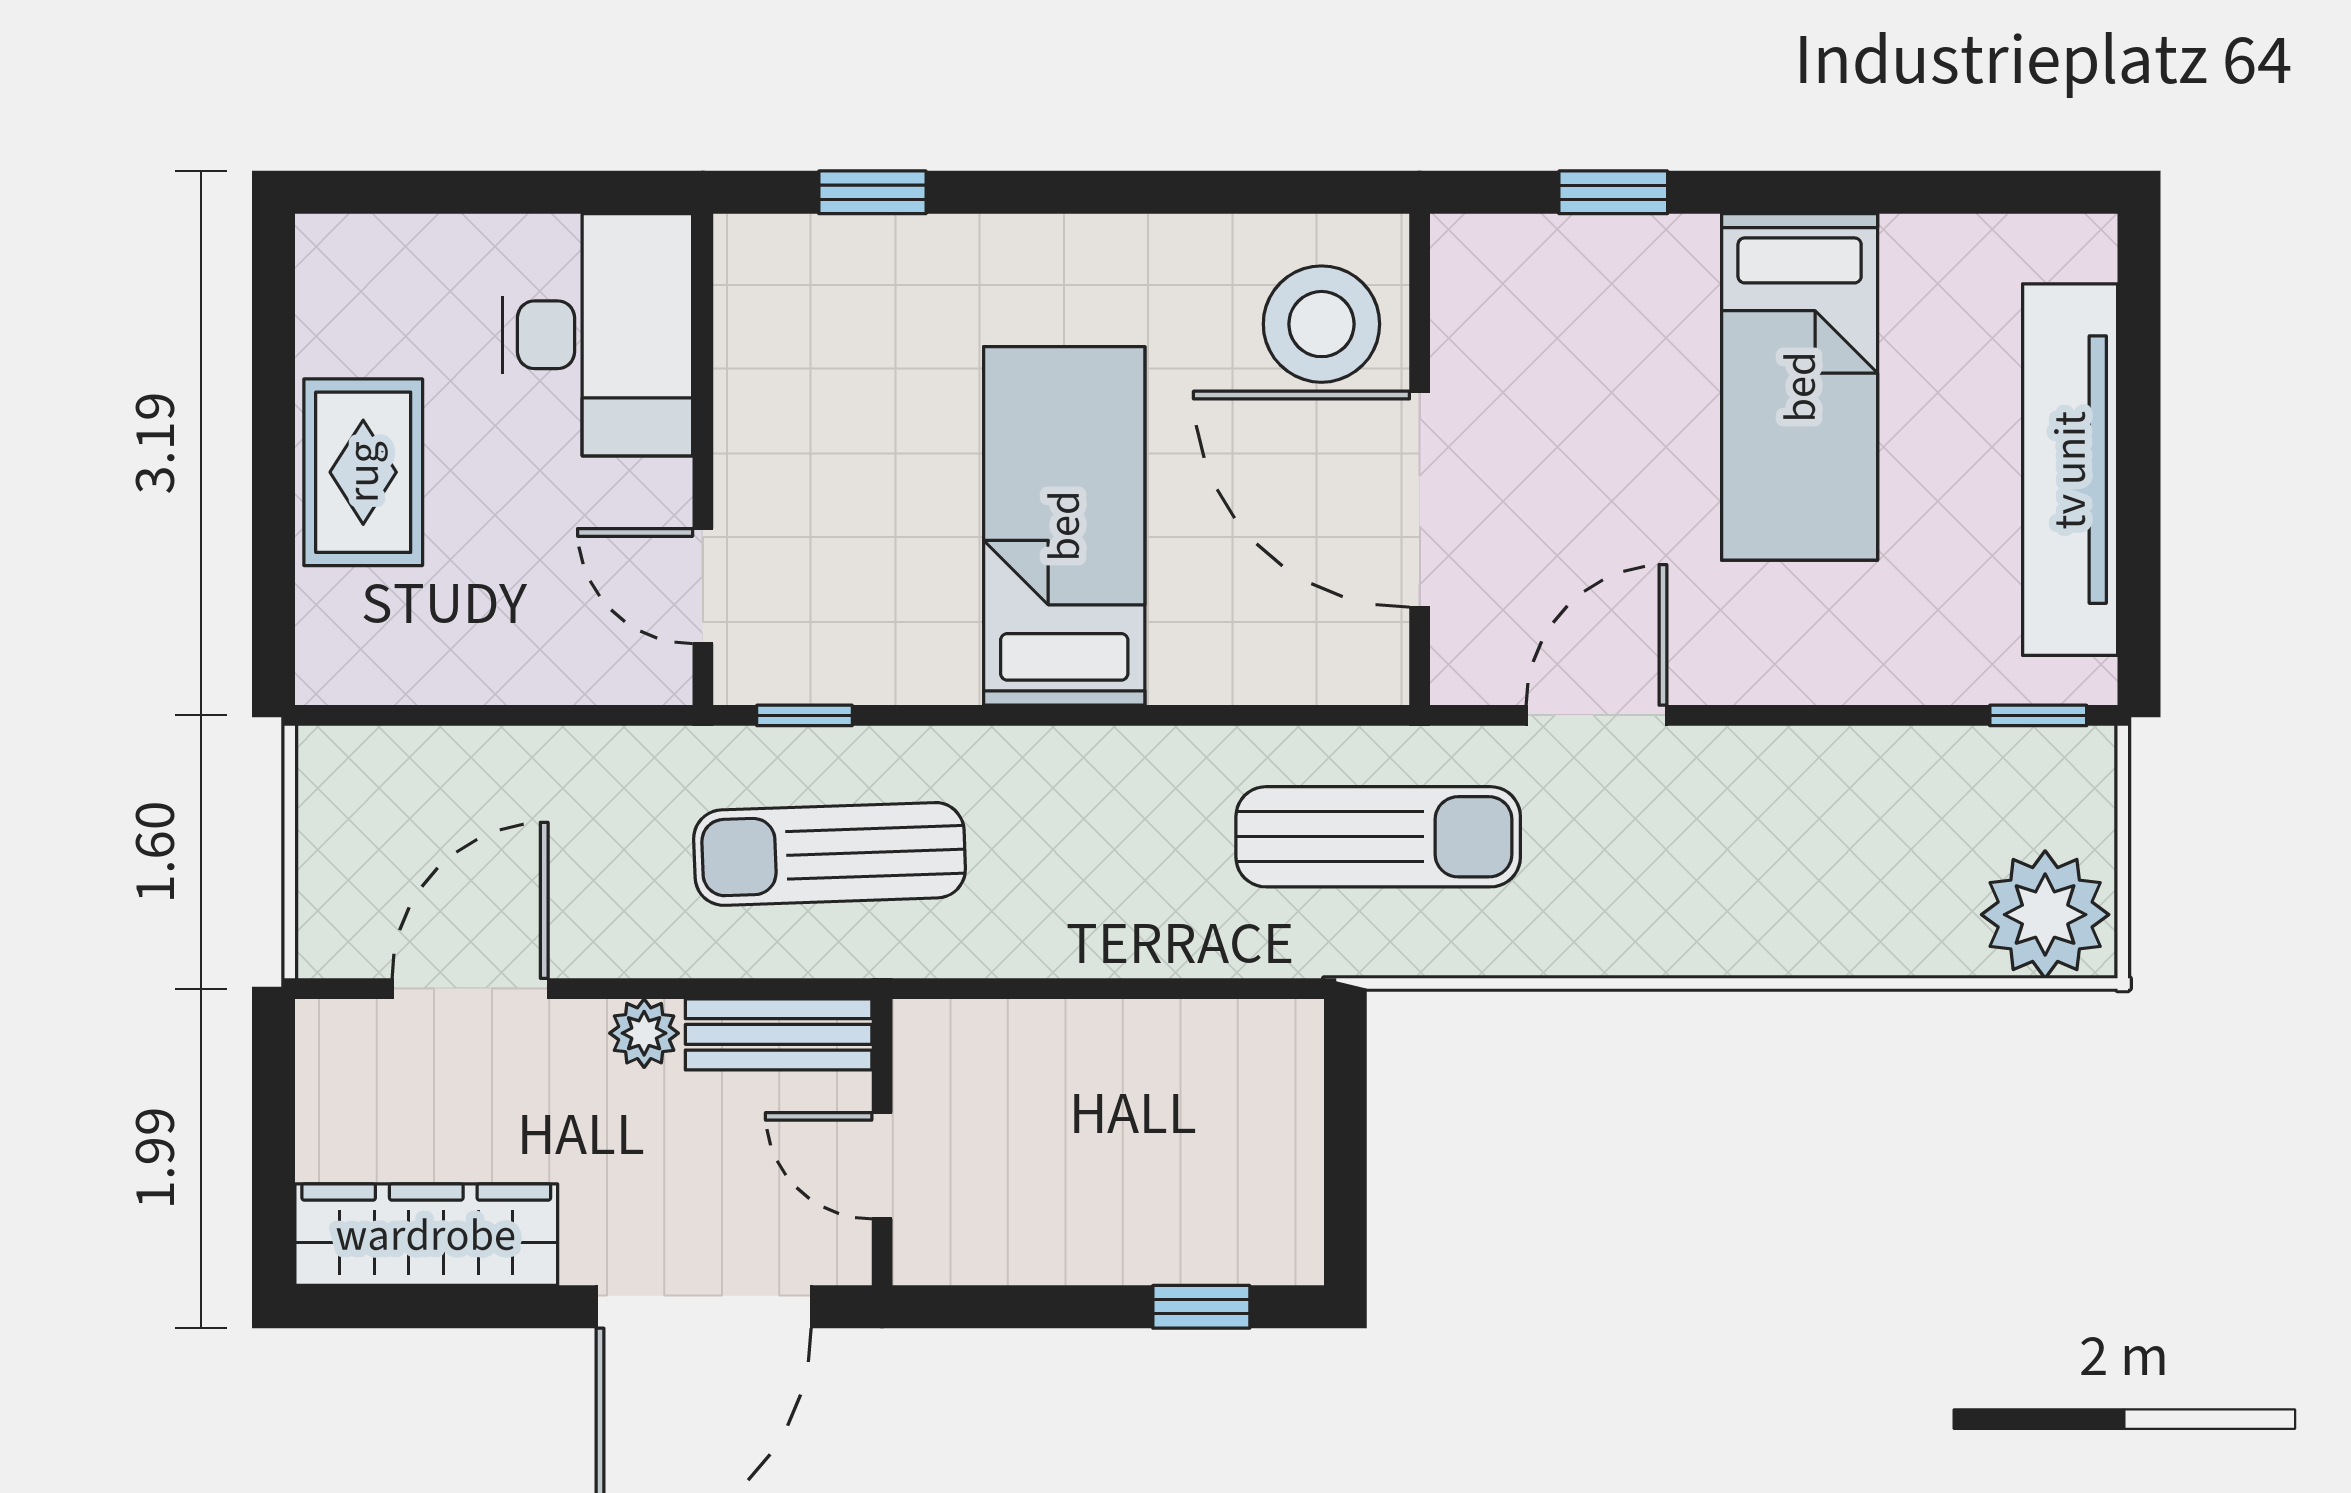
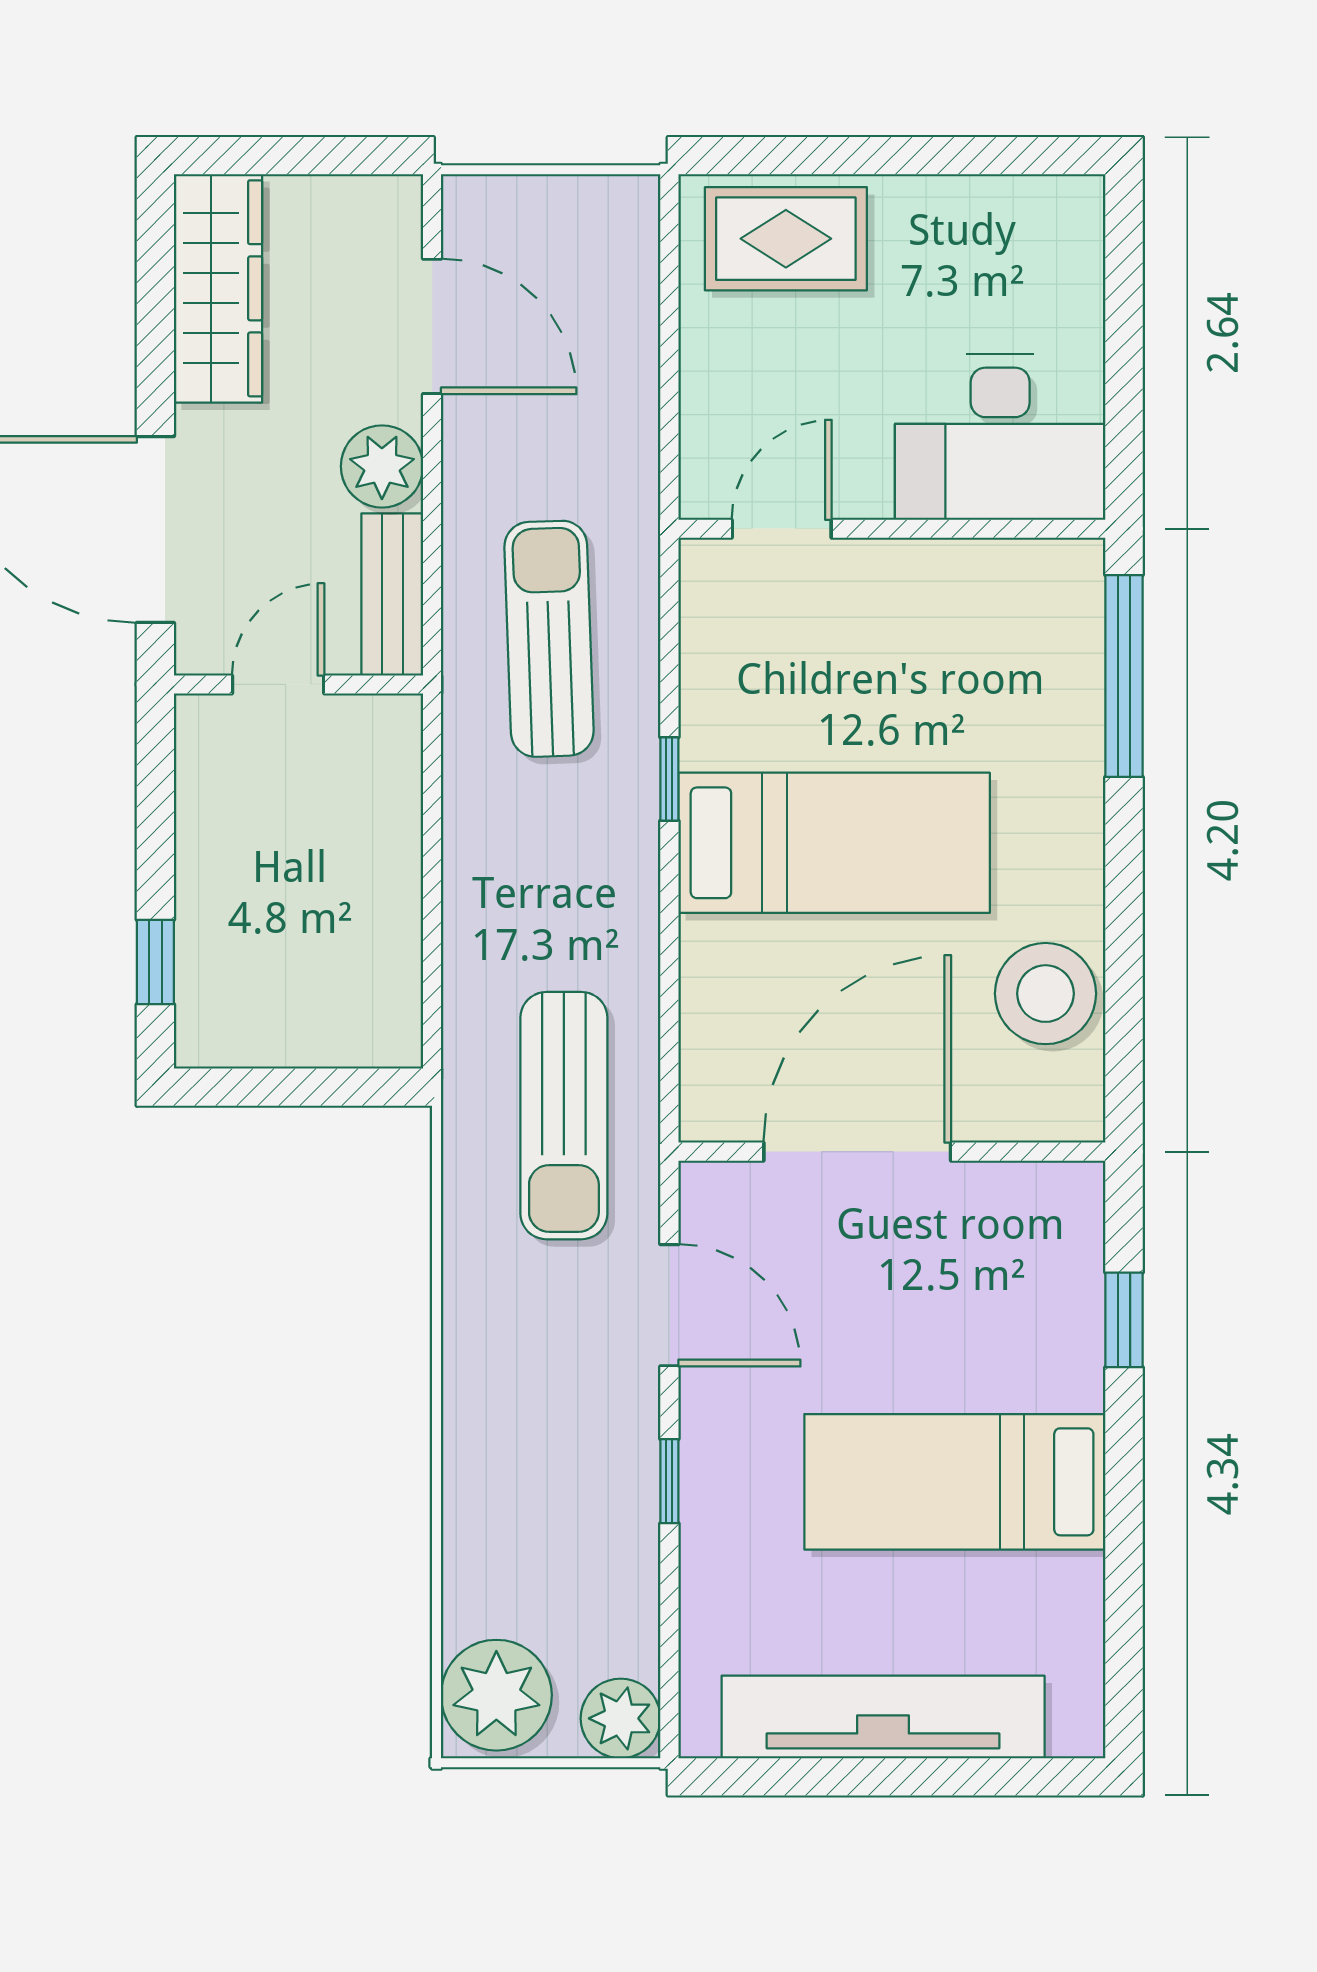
window: (872, 192) -> (1124, 676), width x2.17
stool: (1321, 324) -> (1045, 994), moved
rug: (363, 472) -> (786, 239), moved
window: (804, 715) -> (669, 779), moved
window: (2038, 715) -> (669, 1481), moved
plant: (2072, 772) -> (621, 1718), added
plant: (644, 1033) -> (382, 466), width x1.38, depth x1.38

